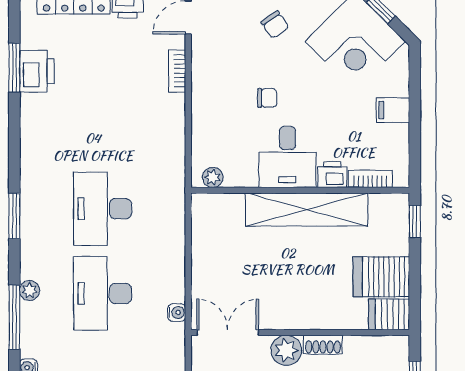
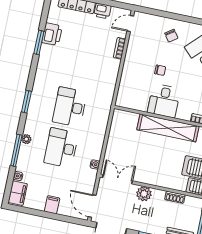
window: (14, 68) -> (39, 42), moved
printer: (332, 175) -> (184, 114), removed
plant: (213, 177) -> (126, 103), removed
shoe rack: (323, 344) -> (175, 197), moved

